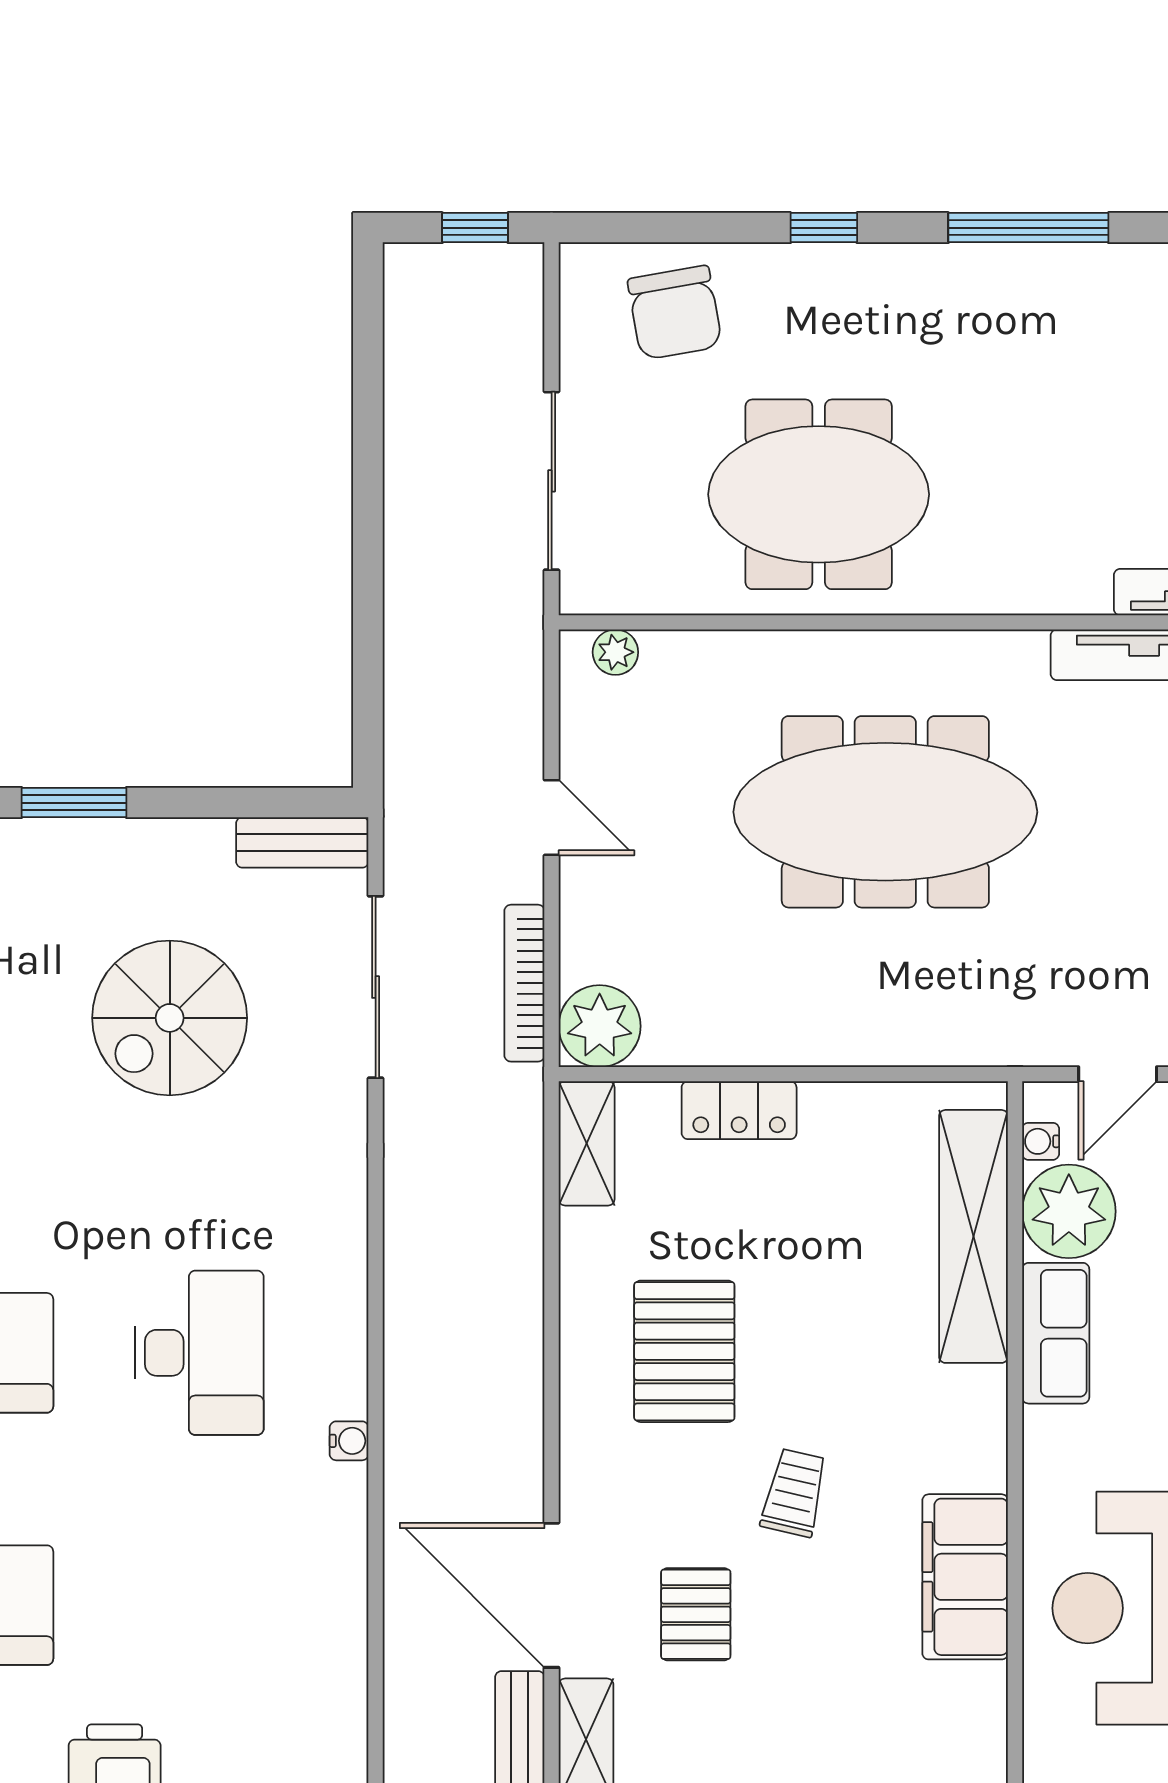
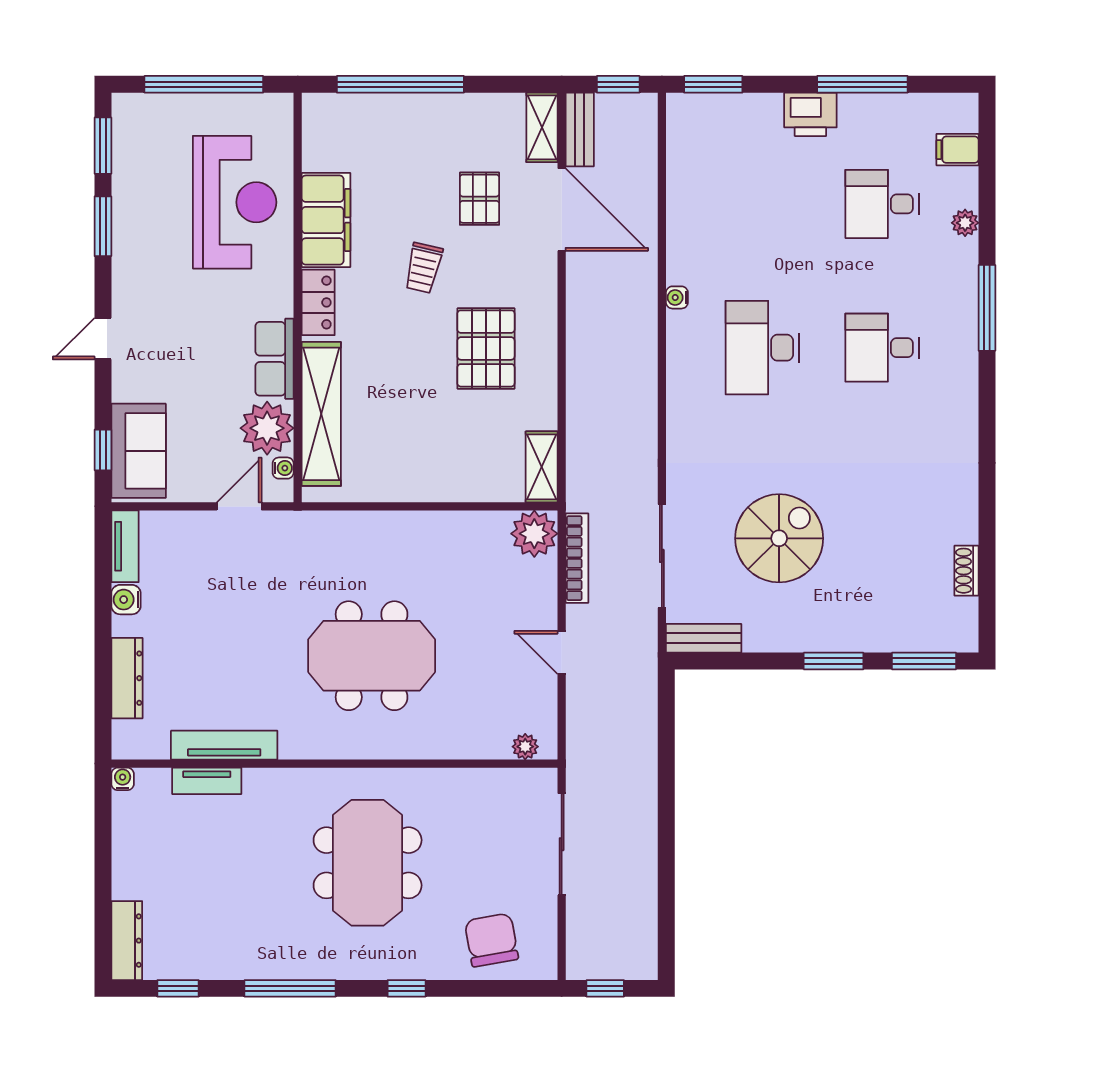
meeting table: (819, 494) -> (368, 863), moved, turned 90
meeting table: (885, 812) -> (372, 656), width x0.73
locker: (739, 1110) -> (318, 302), moved, turned 90

